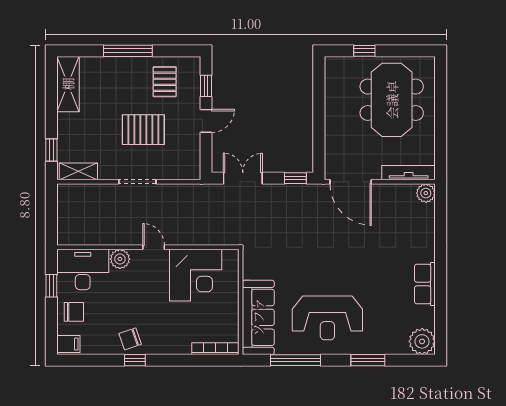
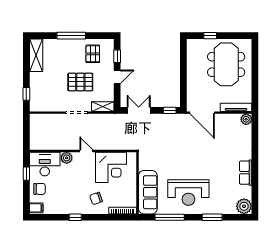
shelving: (78, 171) -> (103, 107), moved
chair: (130, 339) -> (96, 198), moved

